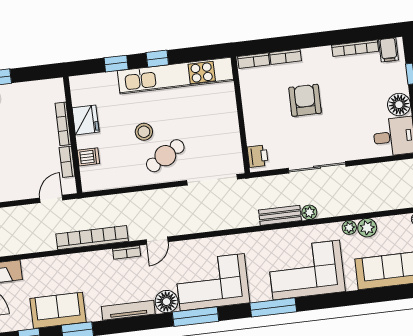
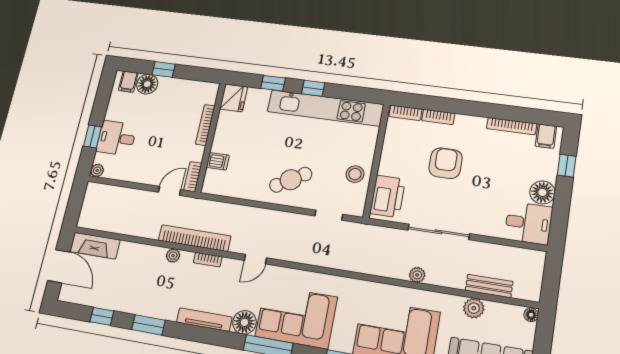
fridge: (86, 120) -> (234, 98), moved
stool: (144, 132) -> (355, 174), moved
printer: (258, 156) -> (388, 196), width x1.87, depth x1.48
bookcase: (67, 162) -> (193, 177), moved
doorway: (212, 180) -> (329, 215), width x0.53
bench: (280, 215) -> (489, 286), moved
plant: (349, 228) -> (173, 256), moved
bookcase: (127, 252) -> (208, 260), moved
sofa: (58, 310) -> (138, 299), removed

